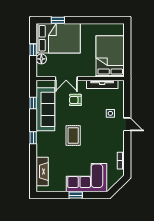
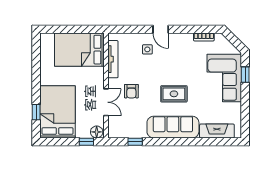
window: (33, 50) -> (86, 142), moved
floor lamp: (41, 59) -> (97, 132), moved
sofa: (45, 109) -> (173, 127), moved
door: (127, 124) -> (161, 29), swing flipped
window: (33, 138) -> (177, 142), removed
window: (76, 195) -> (245, 75), moved

